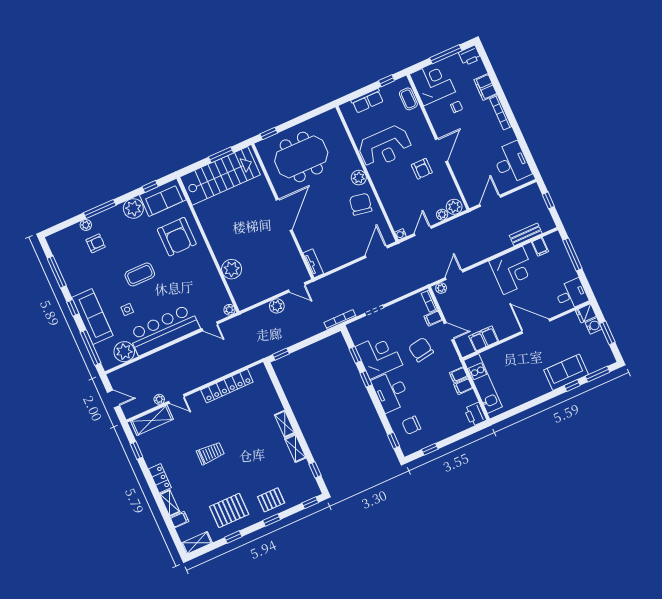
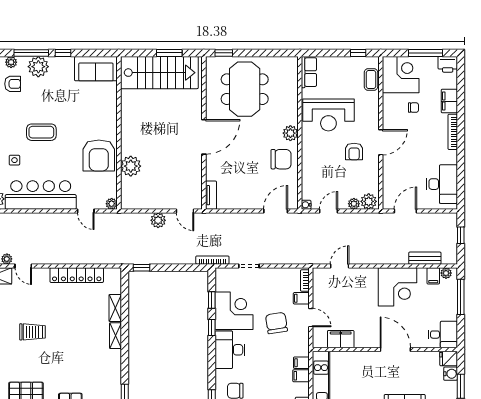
row of seats: (367, 101) -> (309, 72), moved, turned -90
meeting table: (301, 157) -> (245, 89), turned 90
window: (150, 186) -> (63, 53), moved
chair: (361, 204) -> (281, 159), turned 80
plant: (133, 208) -> (38, 67), moved
armchair: (177, 237) -> (99, 155), moved
plant: (441, 288) -> (446, 273), moved
shelving: (295, 448) -> (115, 308), moved

